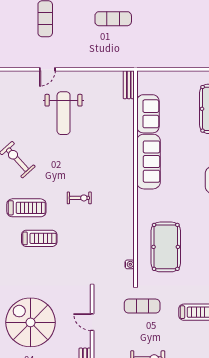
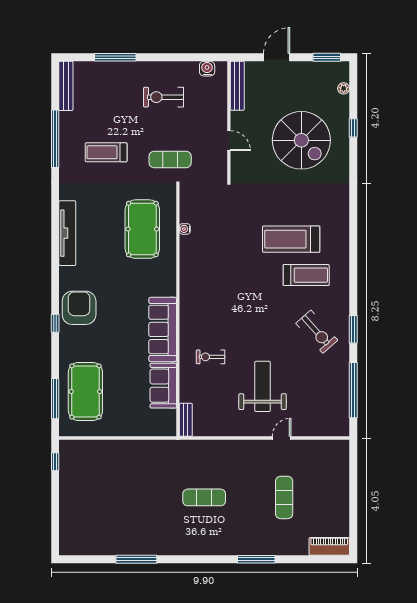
exercise bike: (79, 198) -> (210, 357), moved
treadmill: (26, 208) -> (306, 275), turned 180
treadmill: (39, 238) -> (291, 239), width x1.37, depth x1.38
water cooler: (130, 264) -> (185, 229), moved

